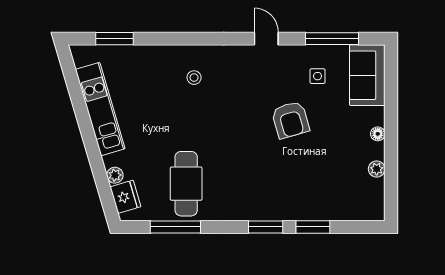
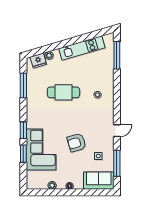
window: (115, 39) -> (117, 55), width x1.44
cafe table: (186, 184) -> (63, 92), moved
corner sofa: (304, 191) -> (41, 149), added

